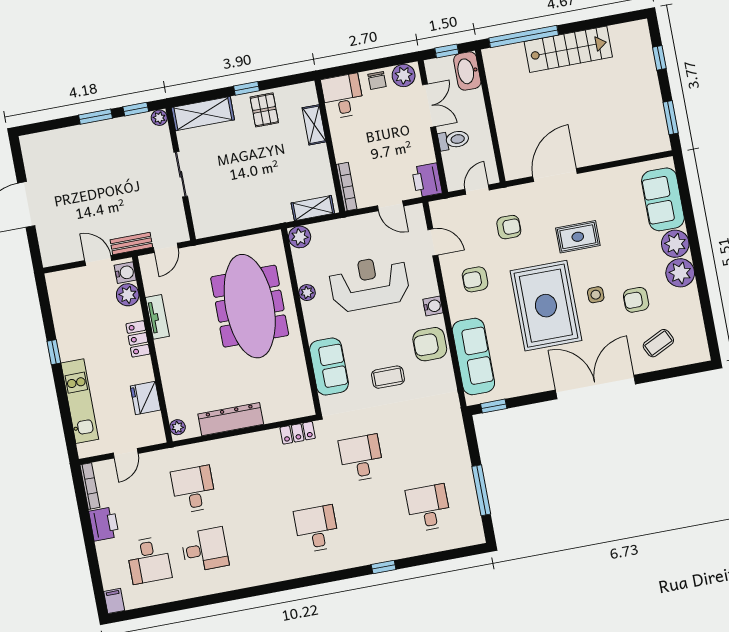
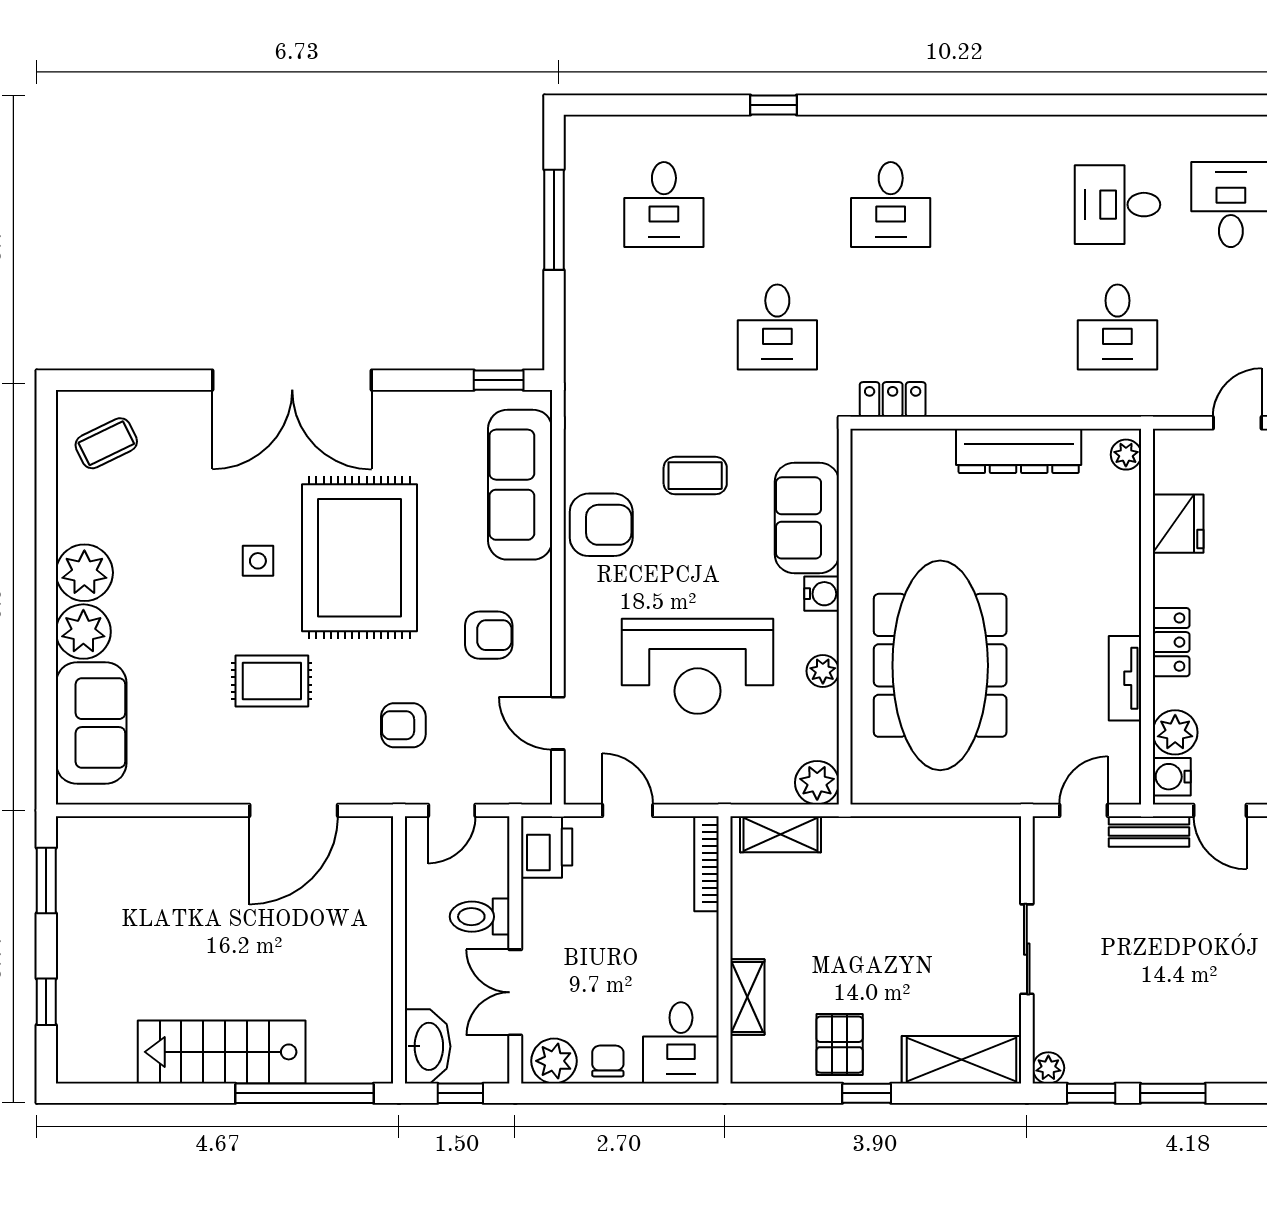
armchair: (636, 300) -> (181, 536), removed
water cooler: (433, 306) -> (822, 594), moved, turned 180
coffee table: (658, 343) -> (106, 443), moved

